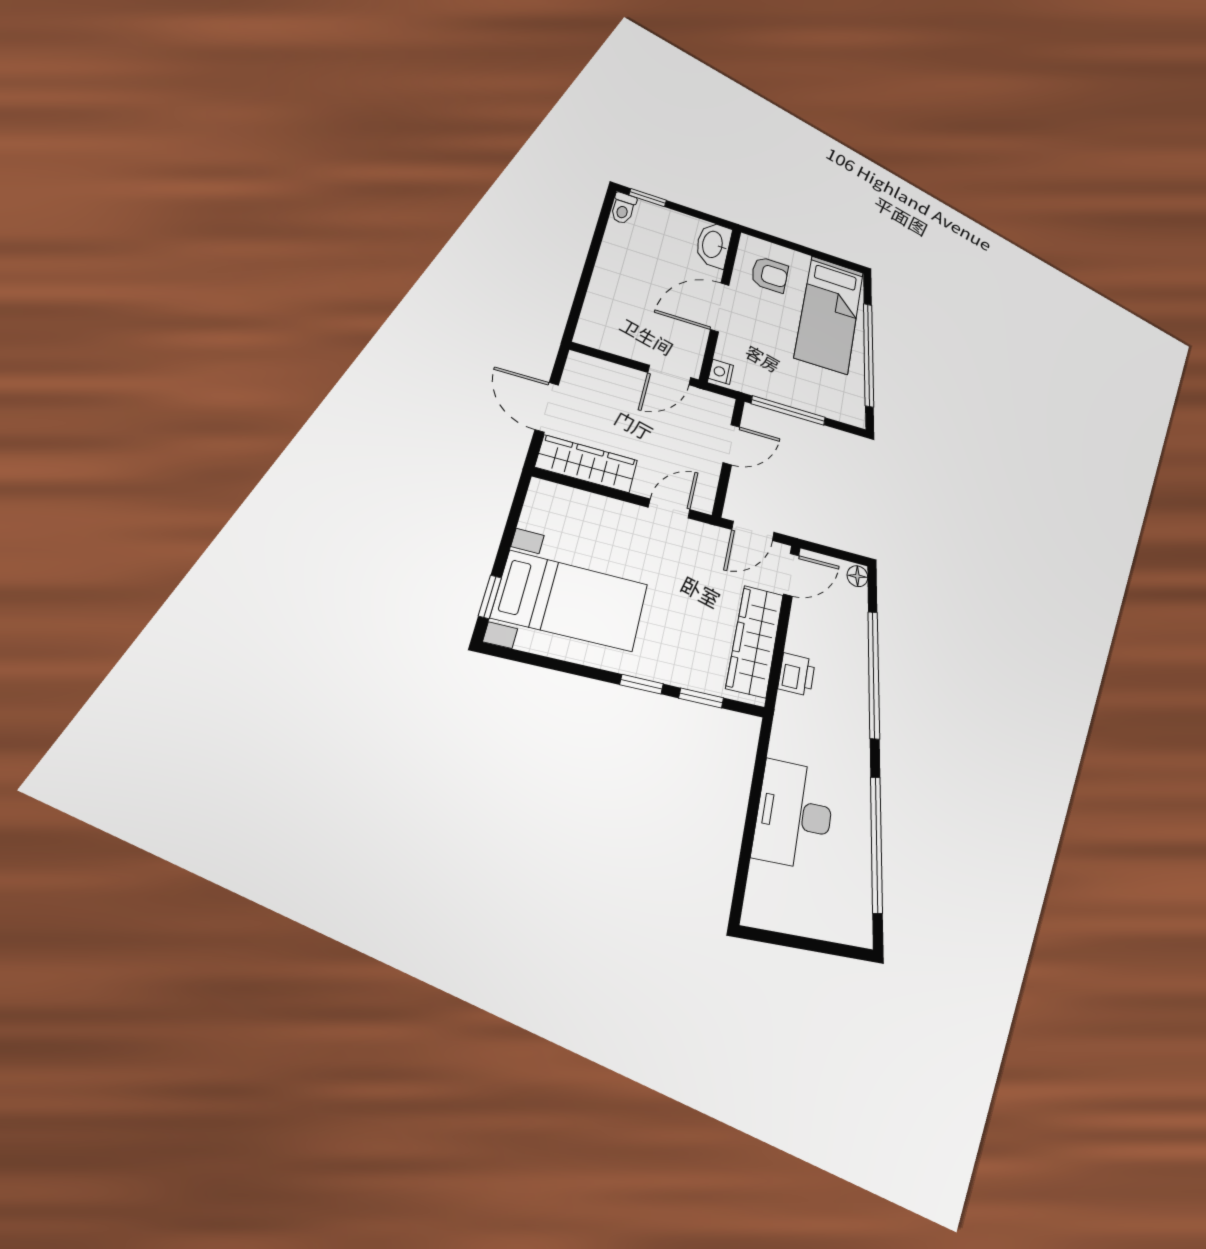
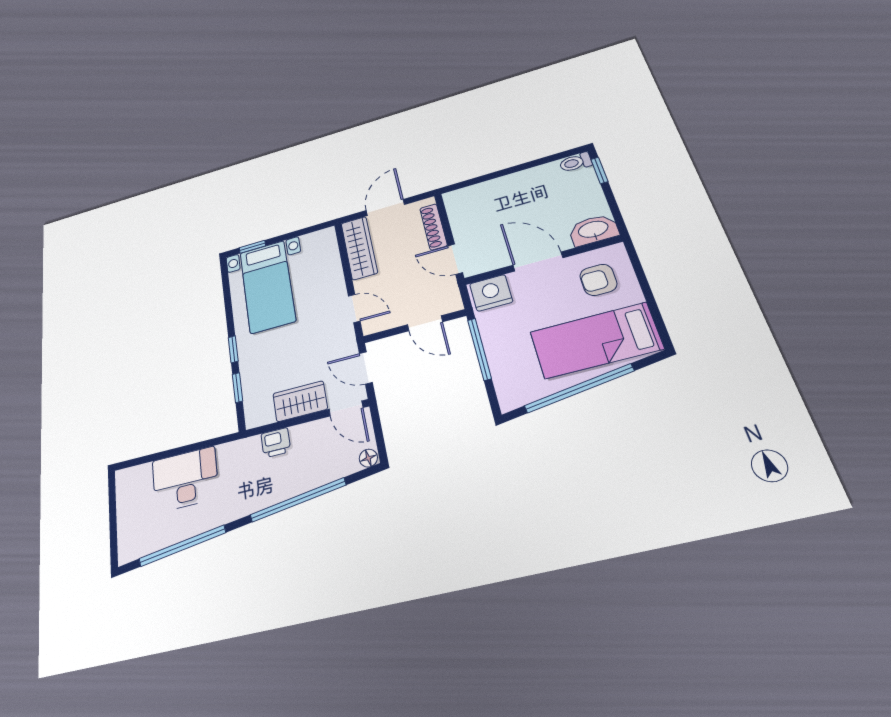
armchair: (770, 275) -> (598, 280), turned 90
nightstand: (721, 372) -> (491, 293), width x1.89, depth x1.79
shoe rack: (612, 373) -> (433, 227), added
wardrobe: (755, 641) -> (300, 401), width x0.67

